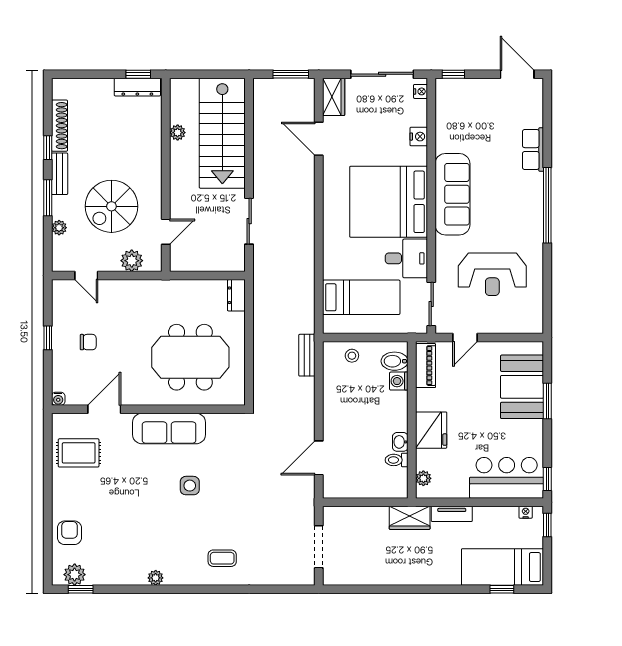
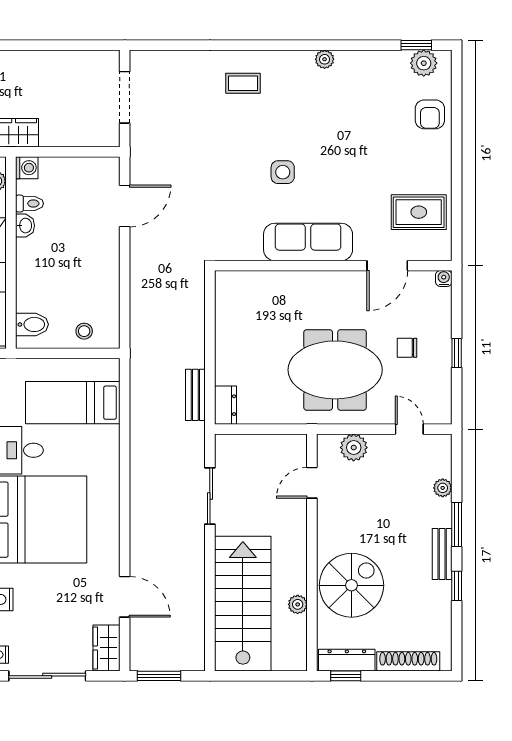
shoe rack: (60, 126) -> (408, 661), moved, turned 90
spiral stairs: (111, 206) -> (352, 585), moved
bench: (307, 355) -> (195, 395), moved
meeting table: (190, 357) -> (335, 370), moved
washing machine: (399, 381) -> (27, 168), moved

